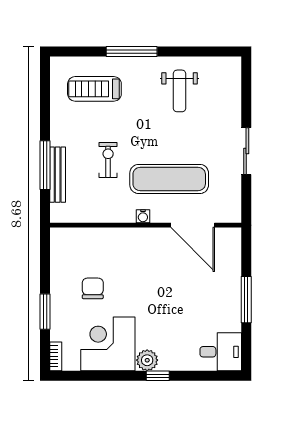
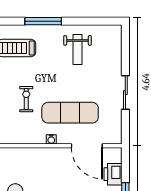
printer: (229, 265) -> (113, 174), added

